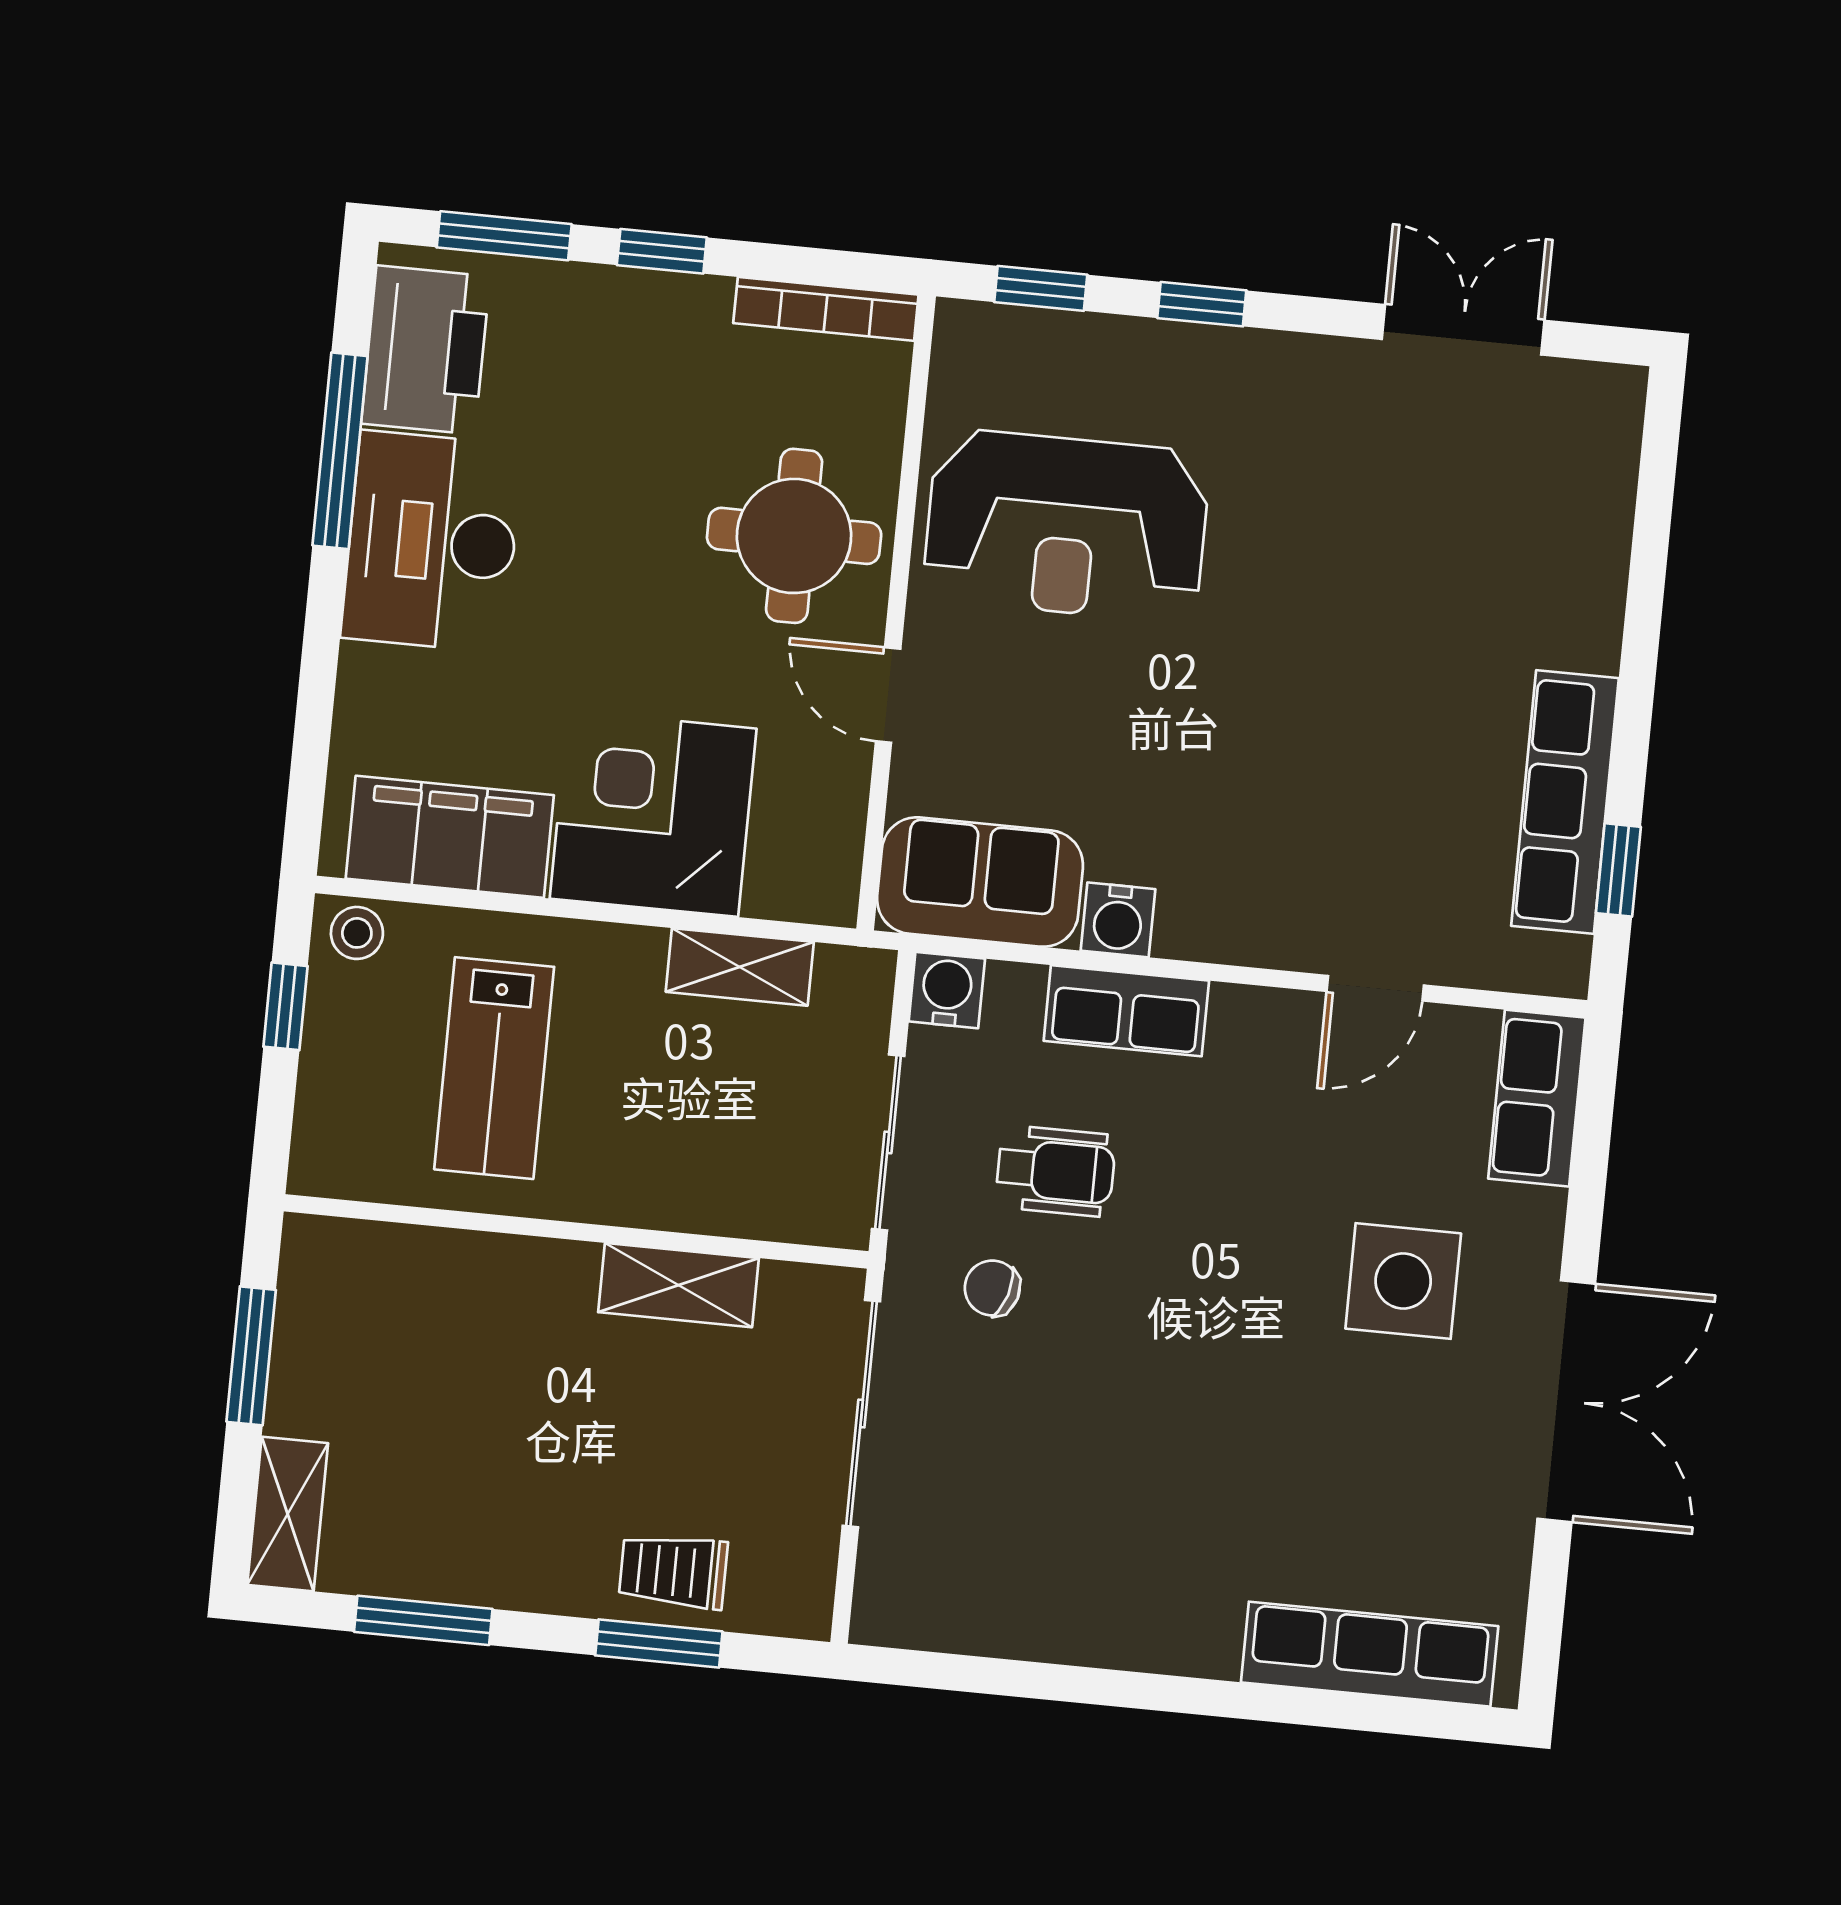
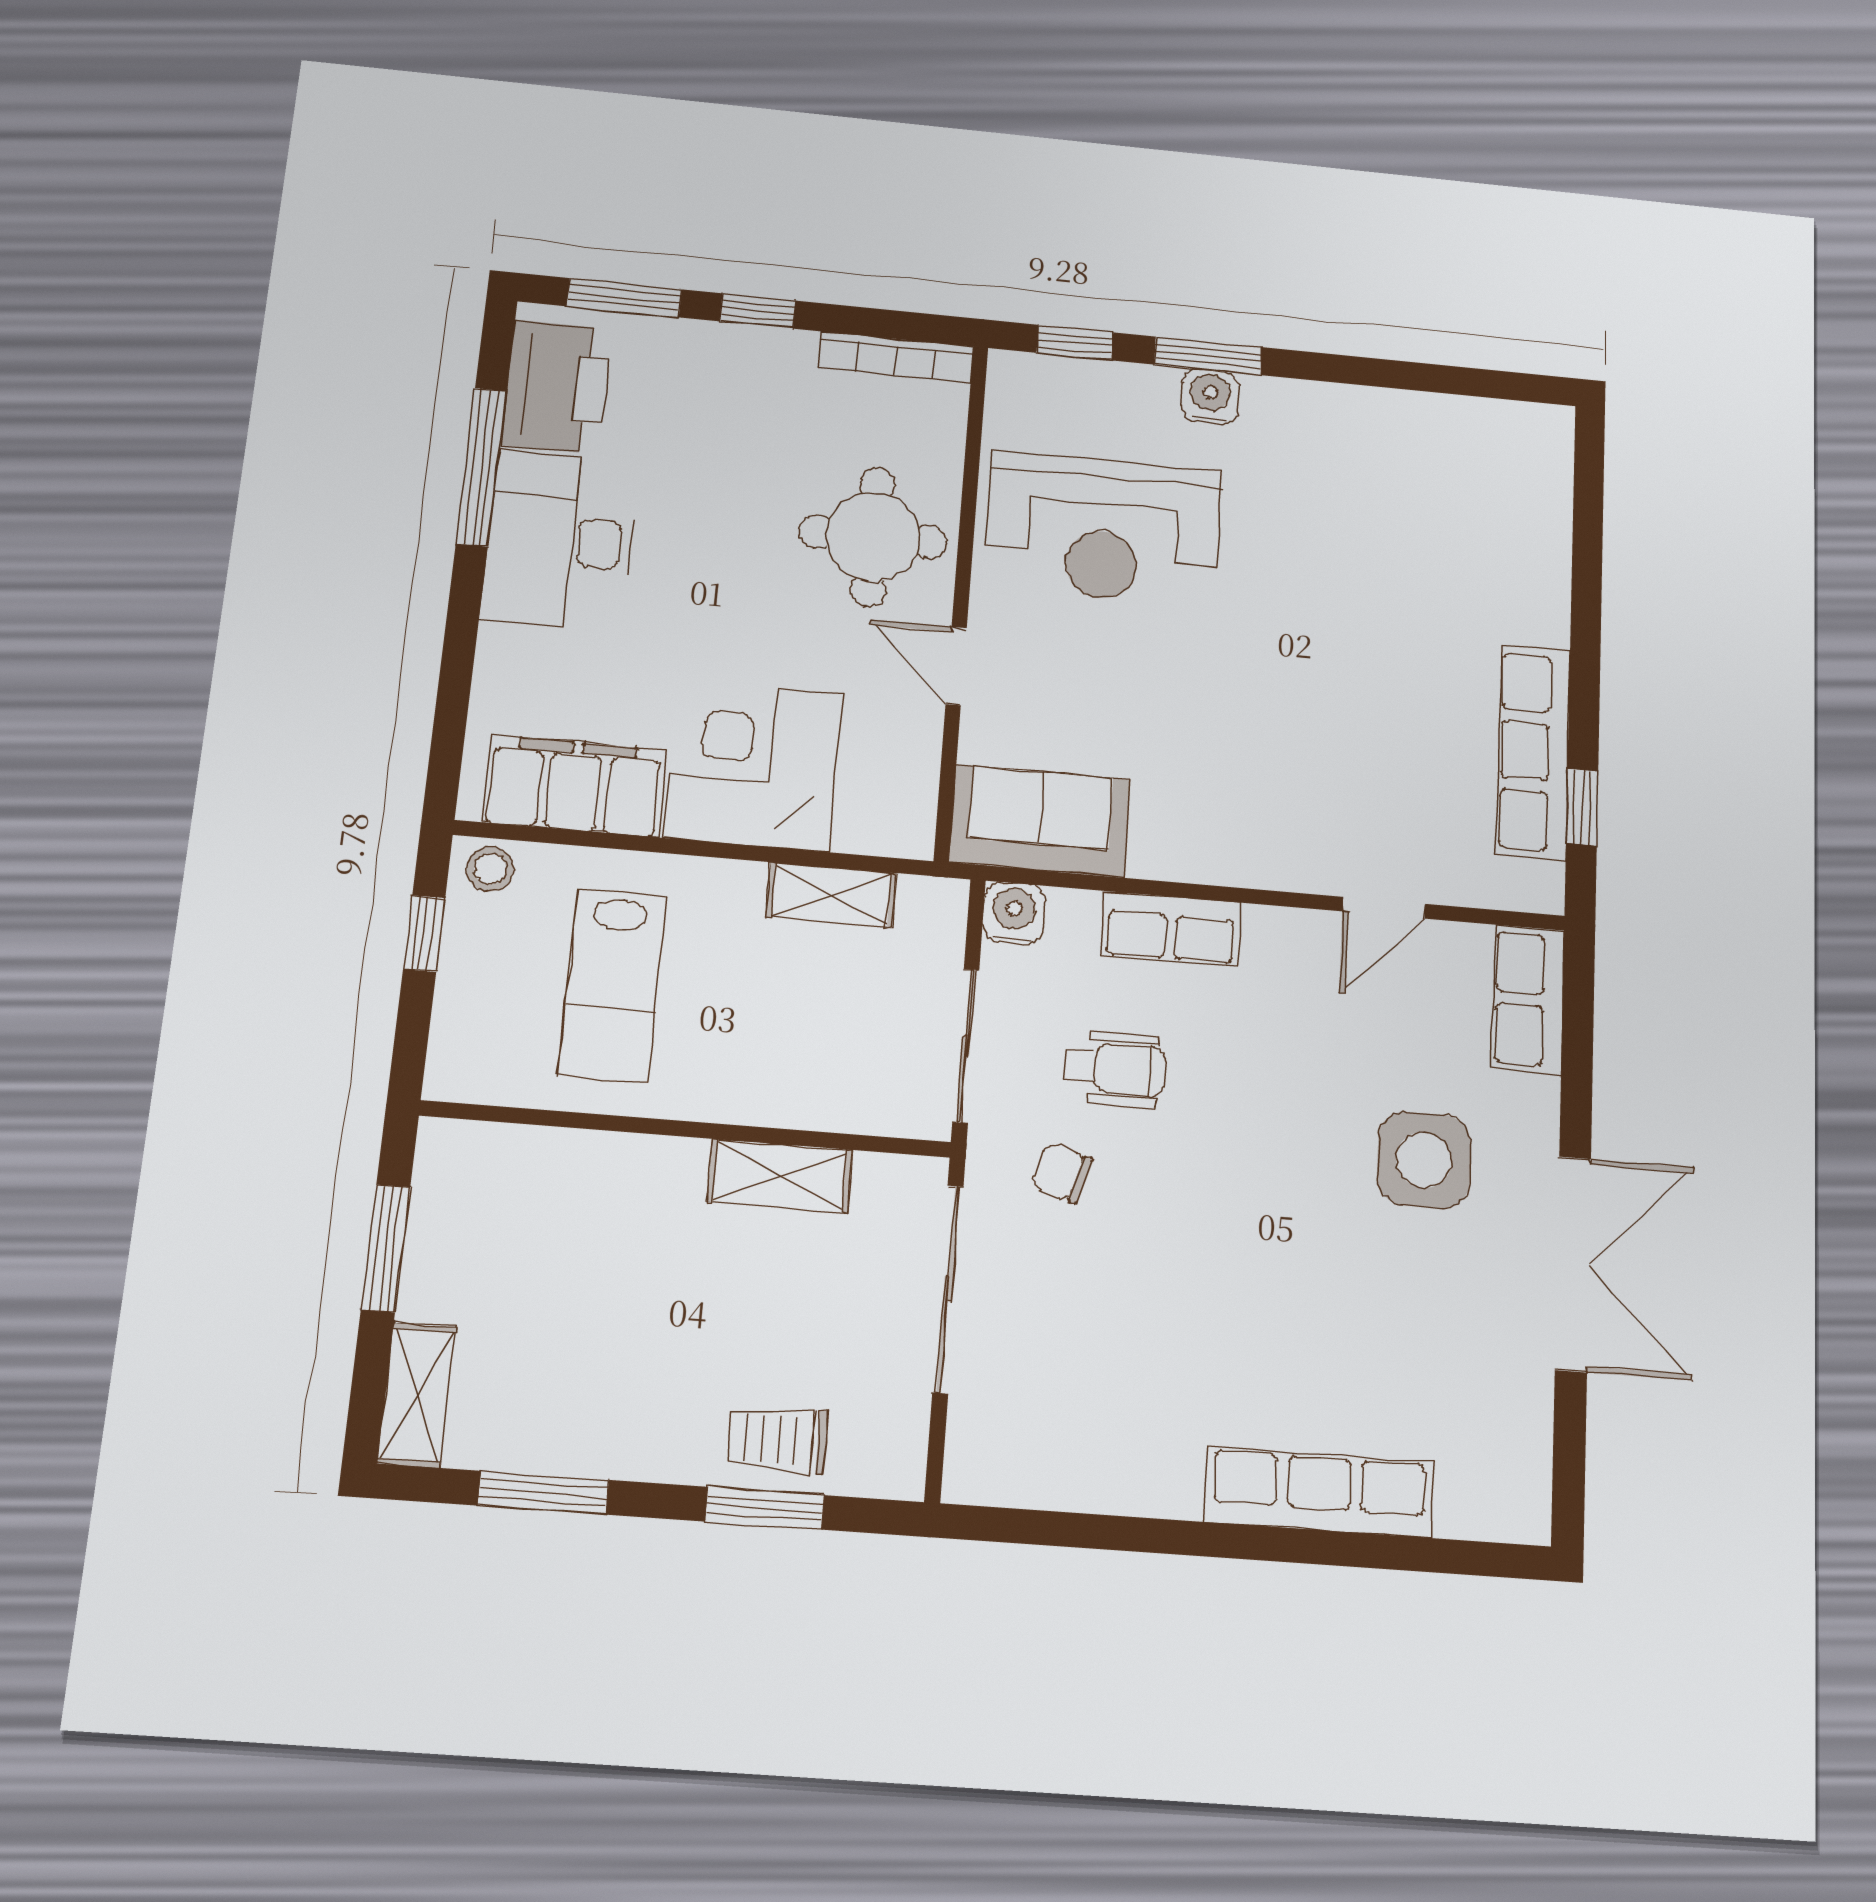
window: (1202, 304) -> (1208, 356), width x1.50
double door: (1463, 330) -> (1423, 377), removed
water cooler: (1118, 920) -> (1210, 397), moved, turned 180
row of seats: (1370, 1654) -> (1319, 1492), moved

